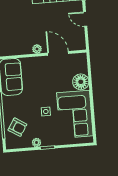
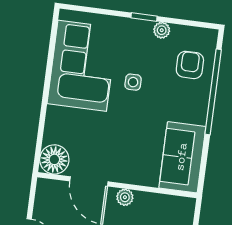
floor lamp: (81, 82) -> (54, 159), moved
armchair: (17, 127) -> (190, 65), turned 58

